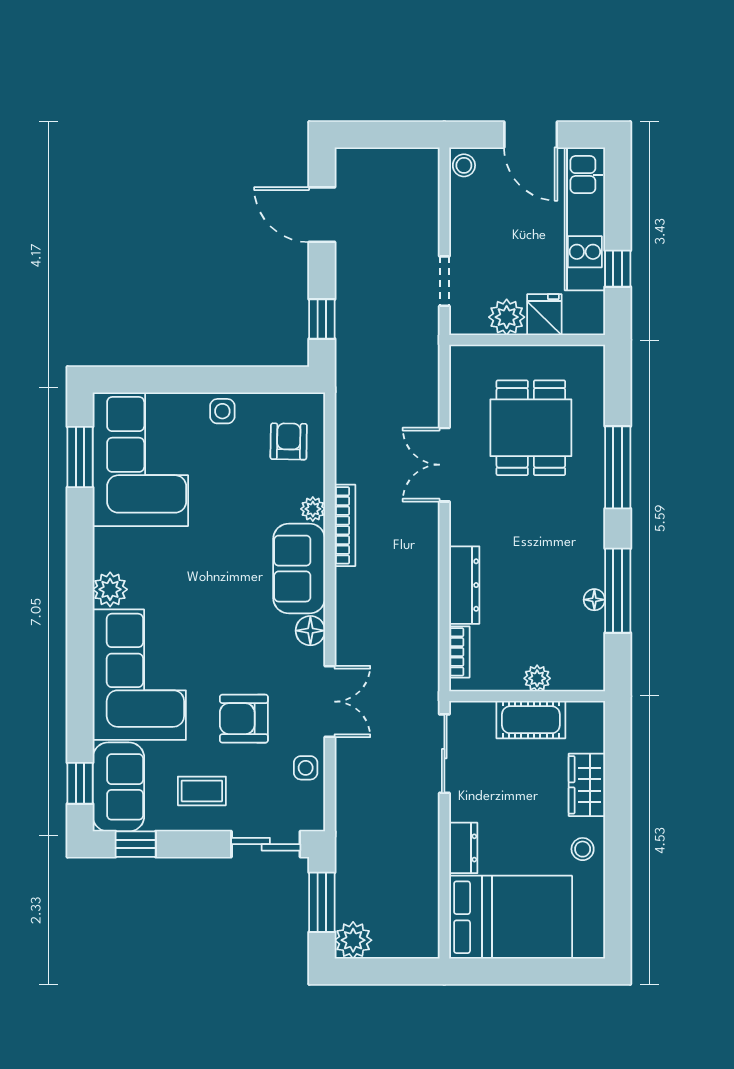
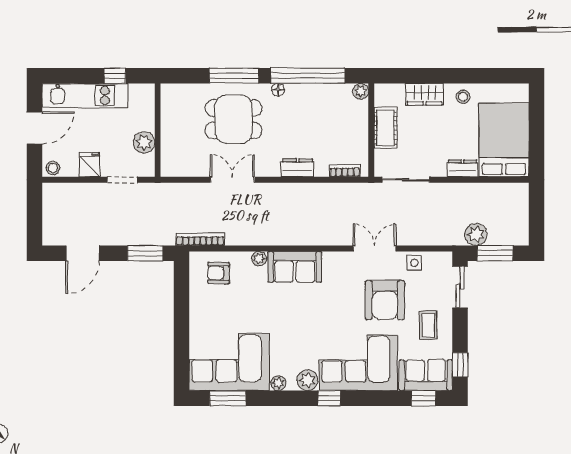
fridge: (544, 315) -> (90, 165), moved, turned 90
window: (322, 319) -> (145, 253), width x1.50
side table: (222, 411) -> (200, 313), removed
dining table: (531, 428) -> (234, 119), moved
double door: (444, 465) -> (232, 180), swing flipped
bookcase: (345, 525) -> (200, 239), moved
plant: (105, 541) -> (278, 383), added
dresser: (464, 585) -> (298, 168), width x0.70
window: (618, 591) -> (308, 76), width x1.46
floor lamp: (594, 600) -> (278, 90), moved
window: (80, 626) -> (329, 398), added
floor lamp: (310, 631) -> (332, 260), removed
plant: (537, 678) -> (361, 91), moved
armchair: (244, 719) -> (385, 300), width x1.36, depth x1.36
plant: (353, 940) -> (476, 234), moved

